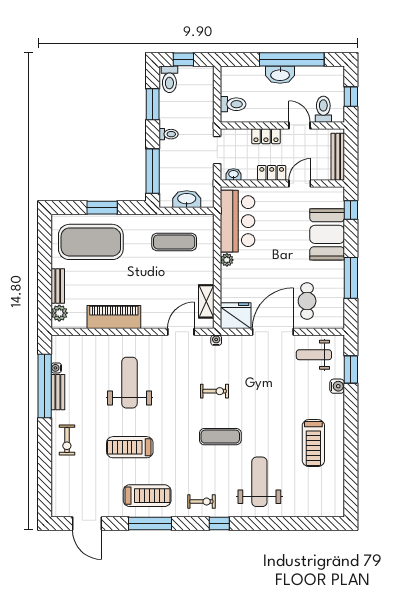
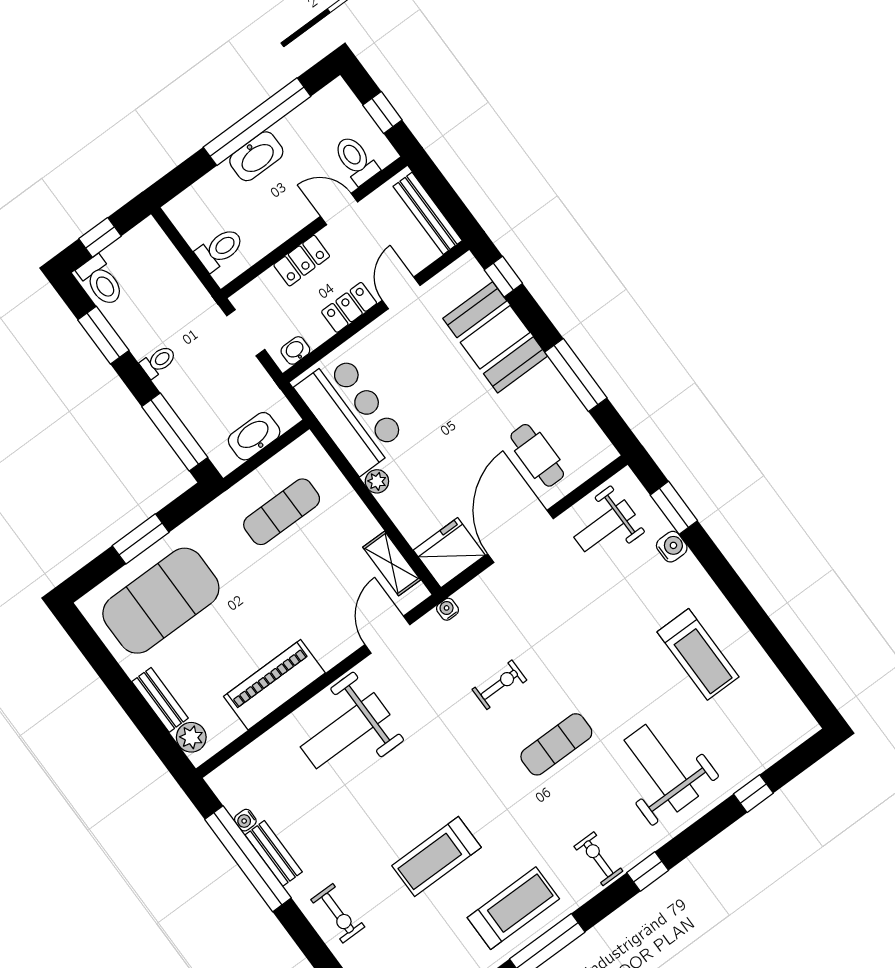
weight bench: (129, 383) -> (345, 731), moved, turned -90
exercise bike: (201, 502) -> (598, 859), turned -90
window: (292, 524) -> (753, 794), added

